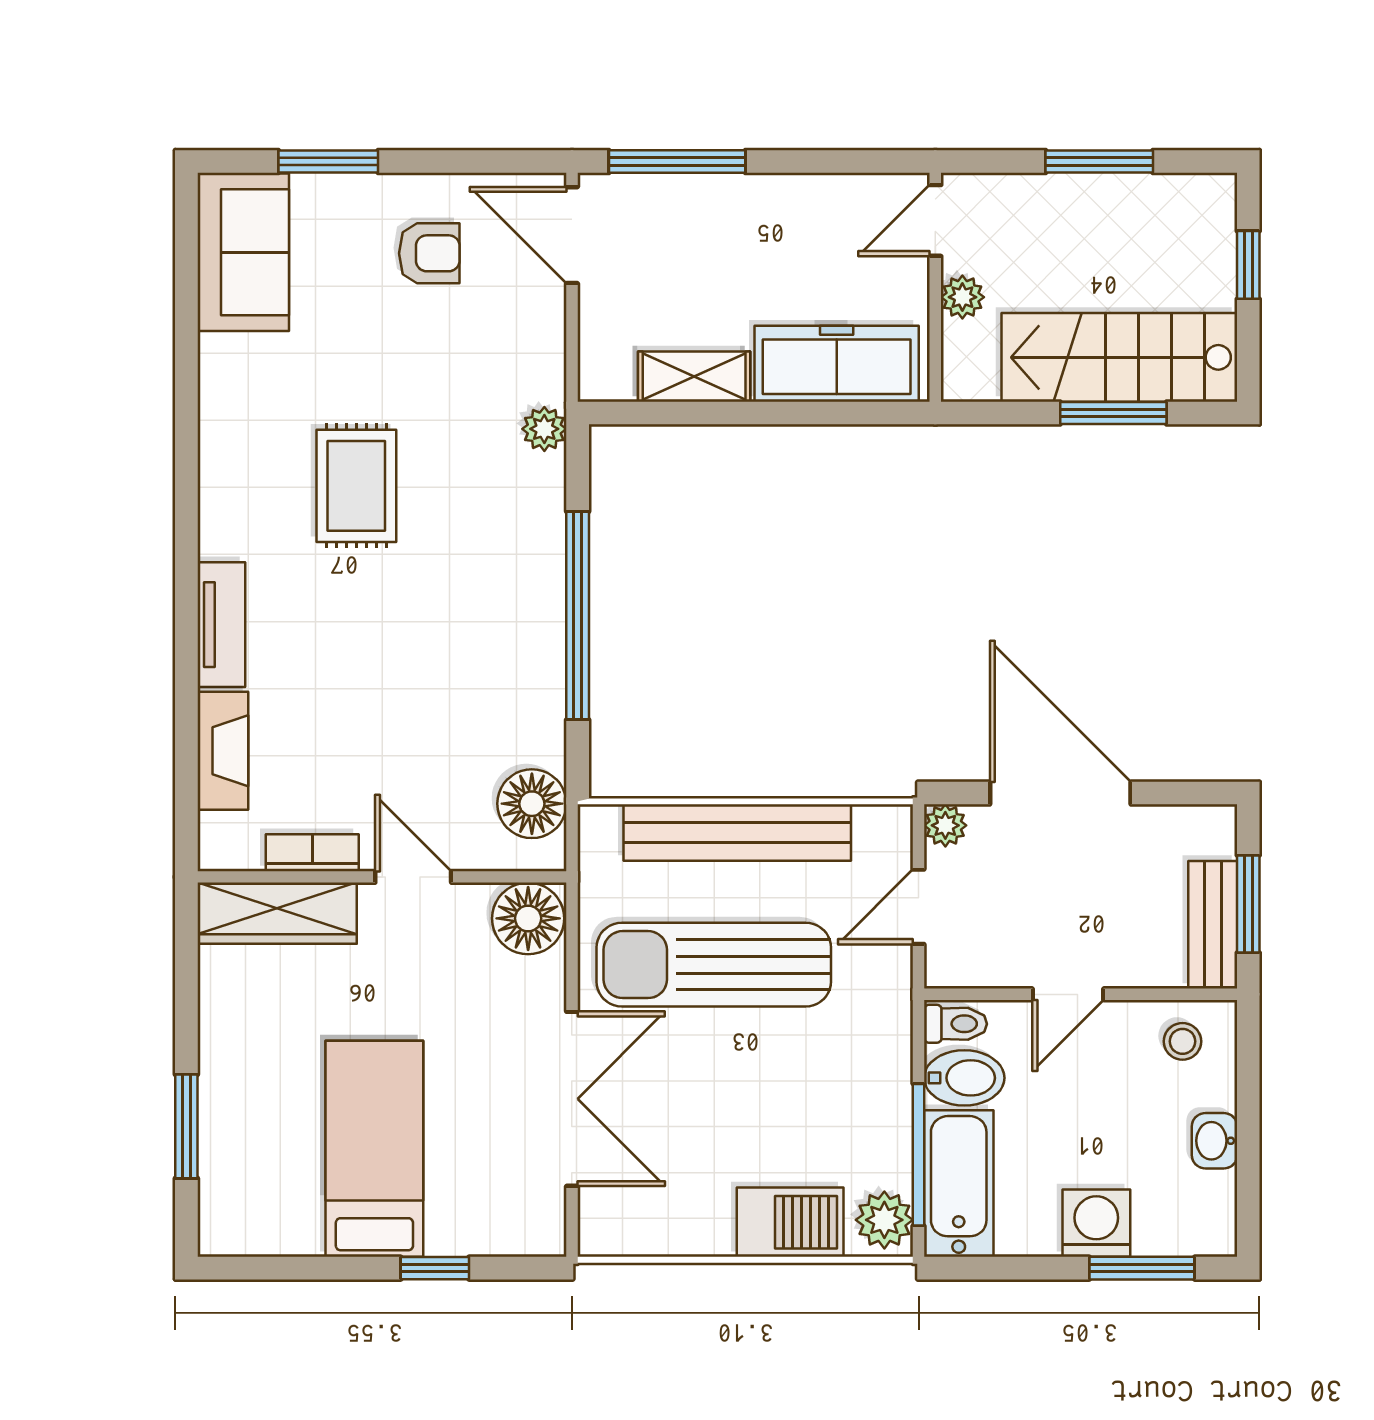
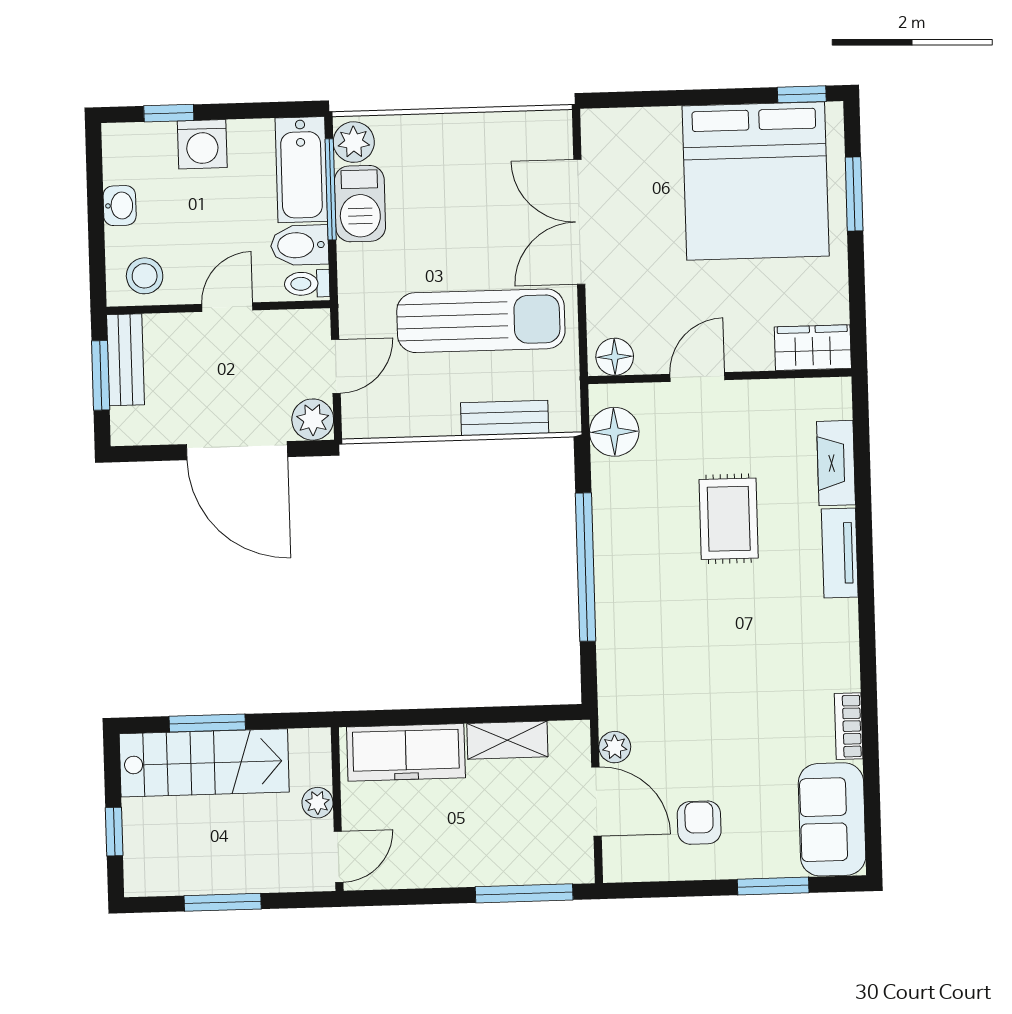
door: (572, 235) -> (596, 802), moved
armchair: (429, 253) -> (699, 823), turned 90
plant: (544, 429) -> (615, 747), moved
rug: (356, 486) -> (729, 519), moved
plant: (945, 825) -> (313, 420), width x1.38, depth x1.38
bench: (737, 833) -> (505, 418), width x0.54, depth x0.82
bookcase: (312, 853) -> (849, 726), moved, turned 90
door: (413, 877) -> (697, 377), swing flipped
wardrobe: (277, 913) -> (813, 348), width x0.67
floor lamp: (528, 918) -> (615, 357), width x0.73, depth x0.73
stool: (1182, 1041) -> (145, 276), width x1.37, depth x1.37
bed: (374, 1149) -> (756, 181), width x2.04
barbecue: (790, 1222) -> (360, 204), moved, turned -90
window: (435, 1268) -> (802, 94), moved
window: (1142, 1268) -> (169, 113), width x0.67

